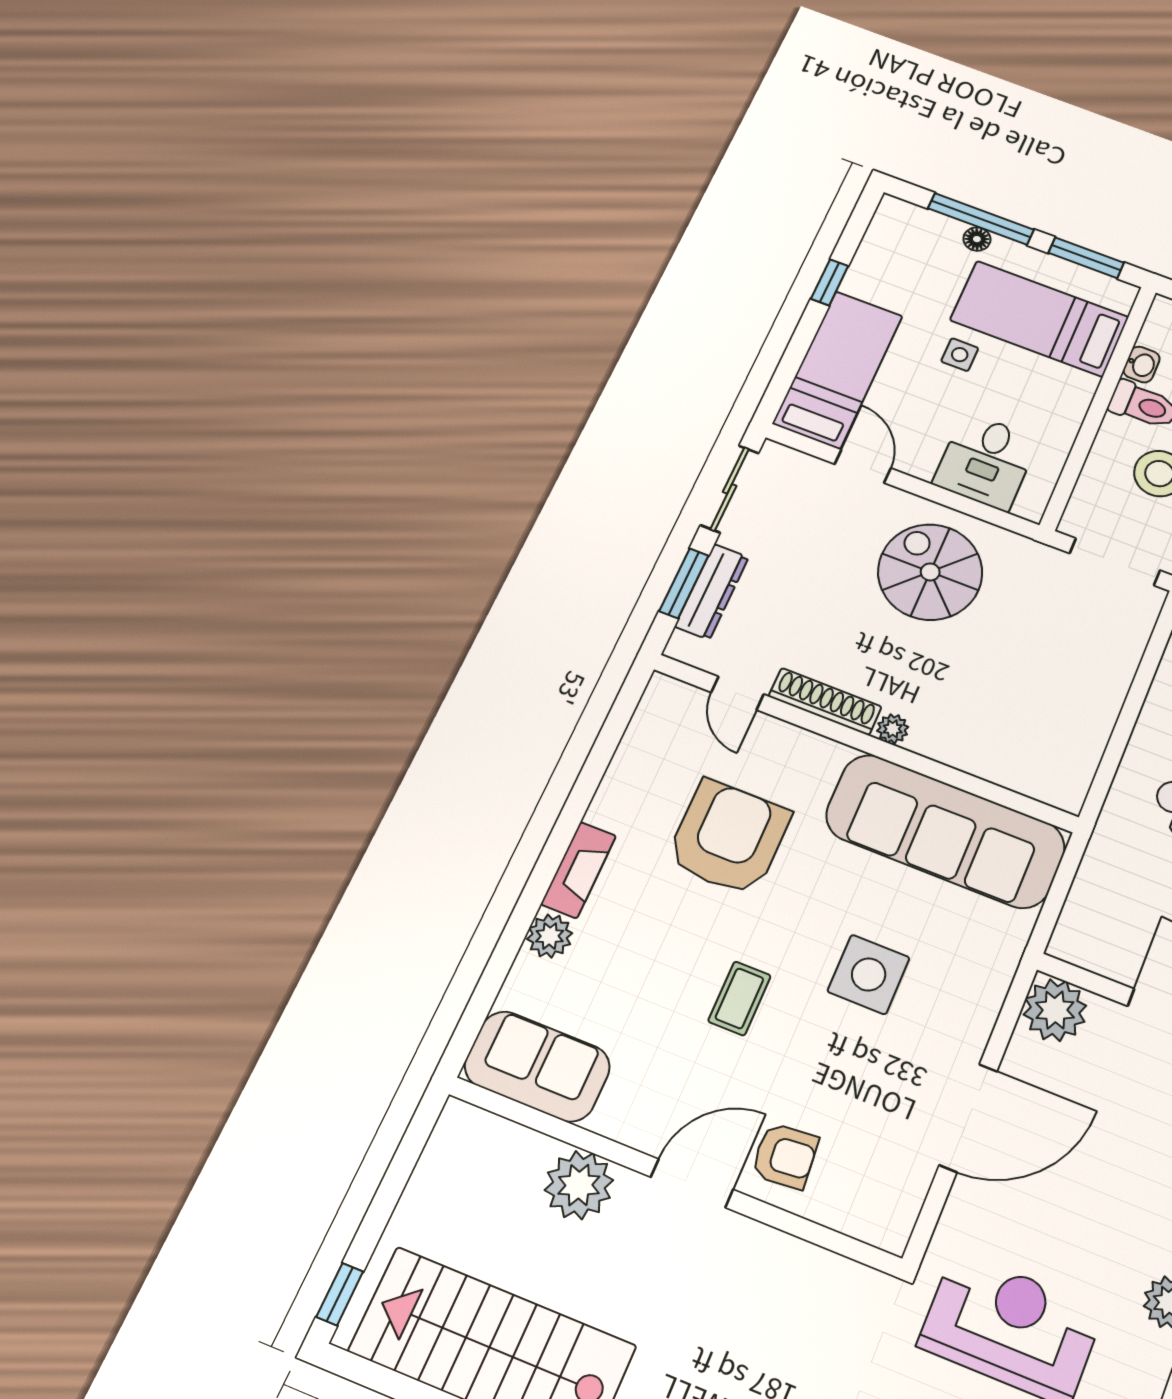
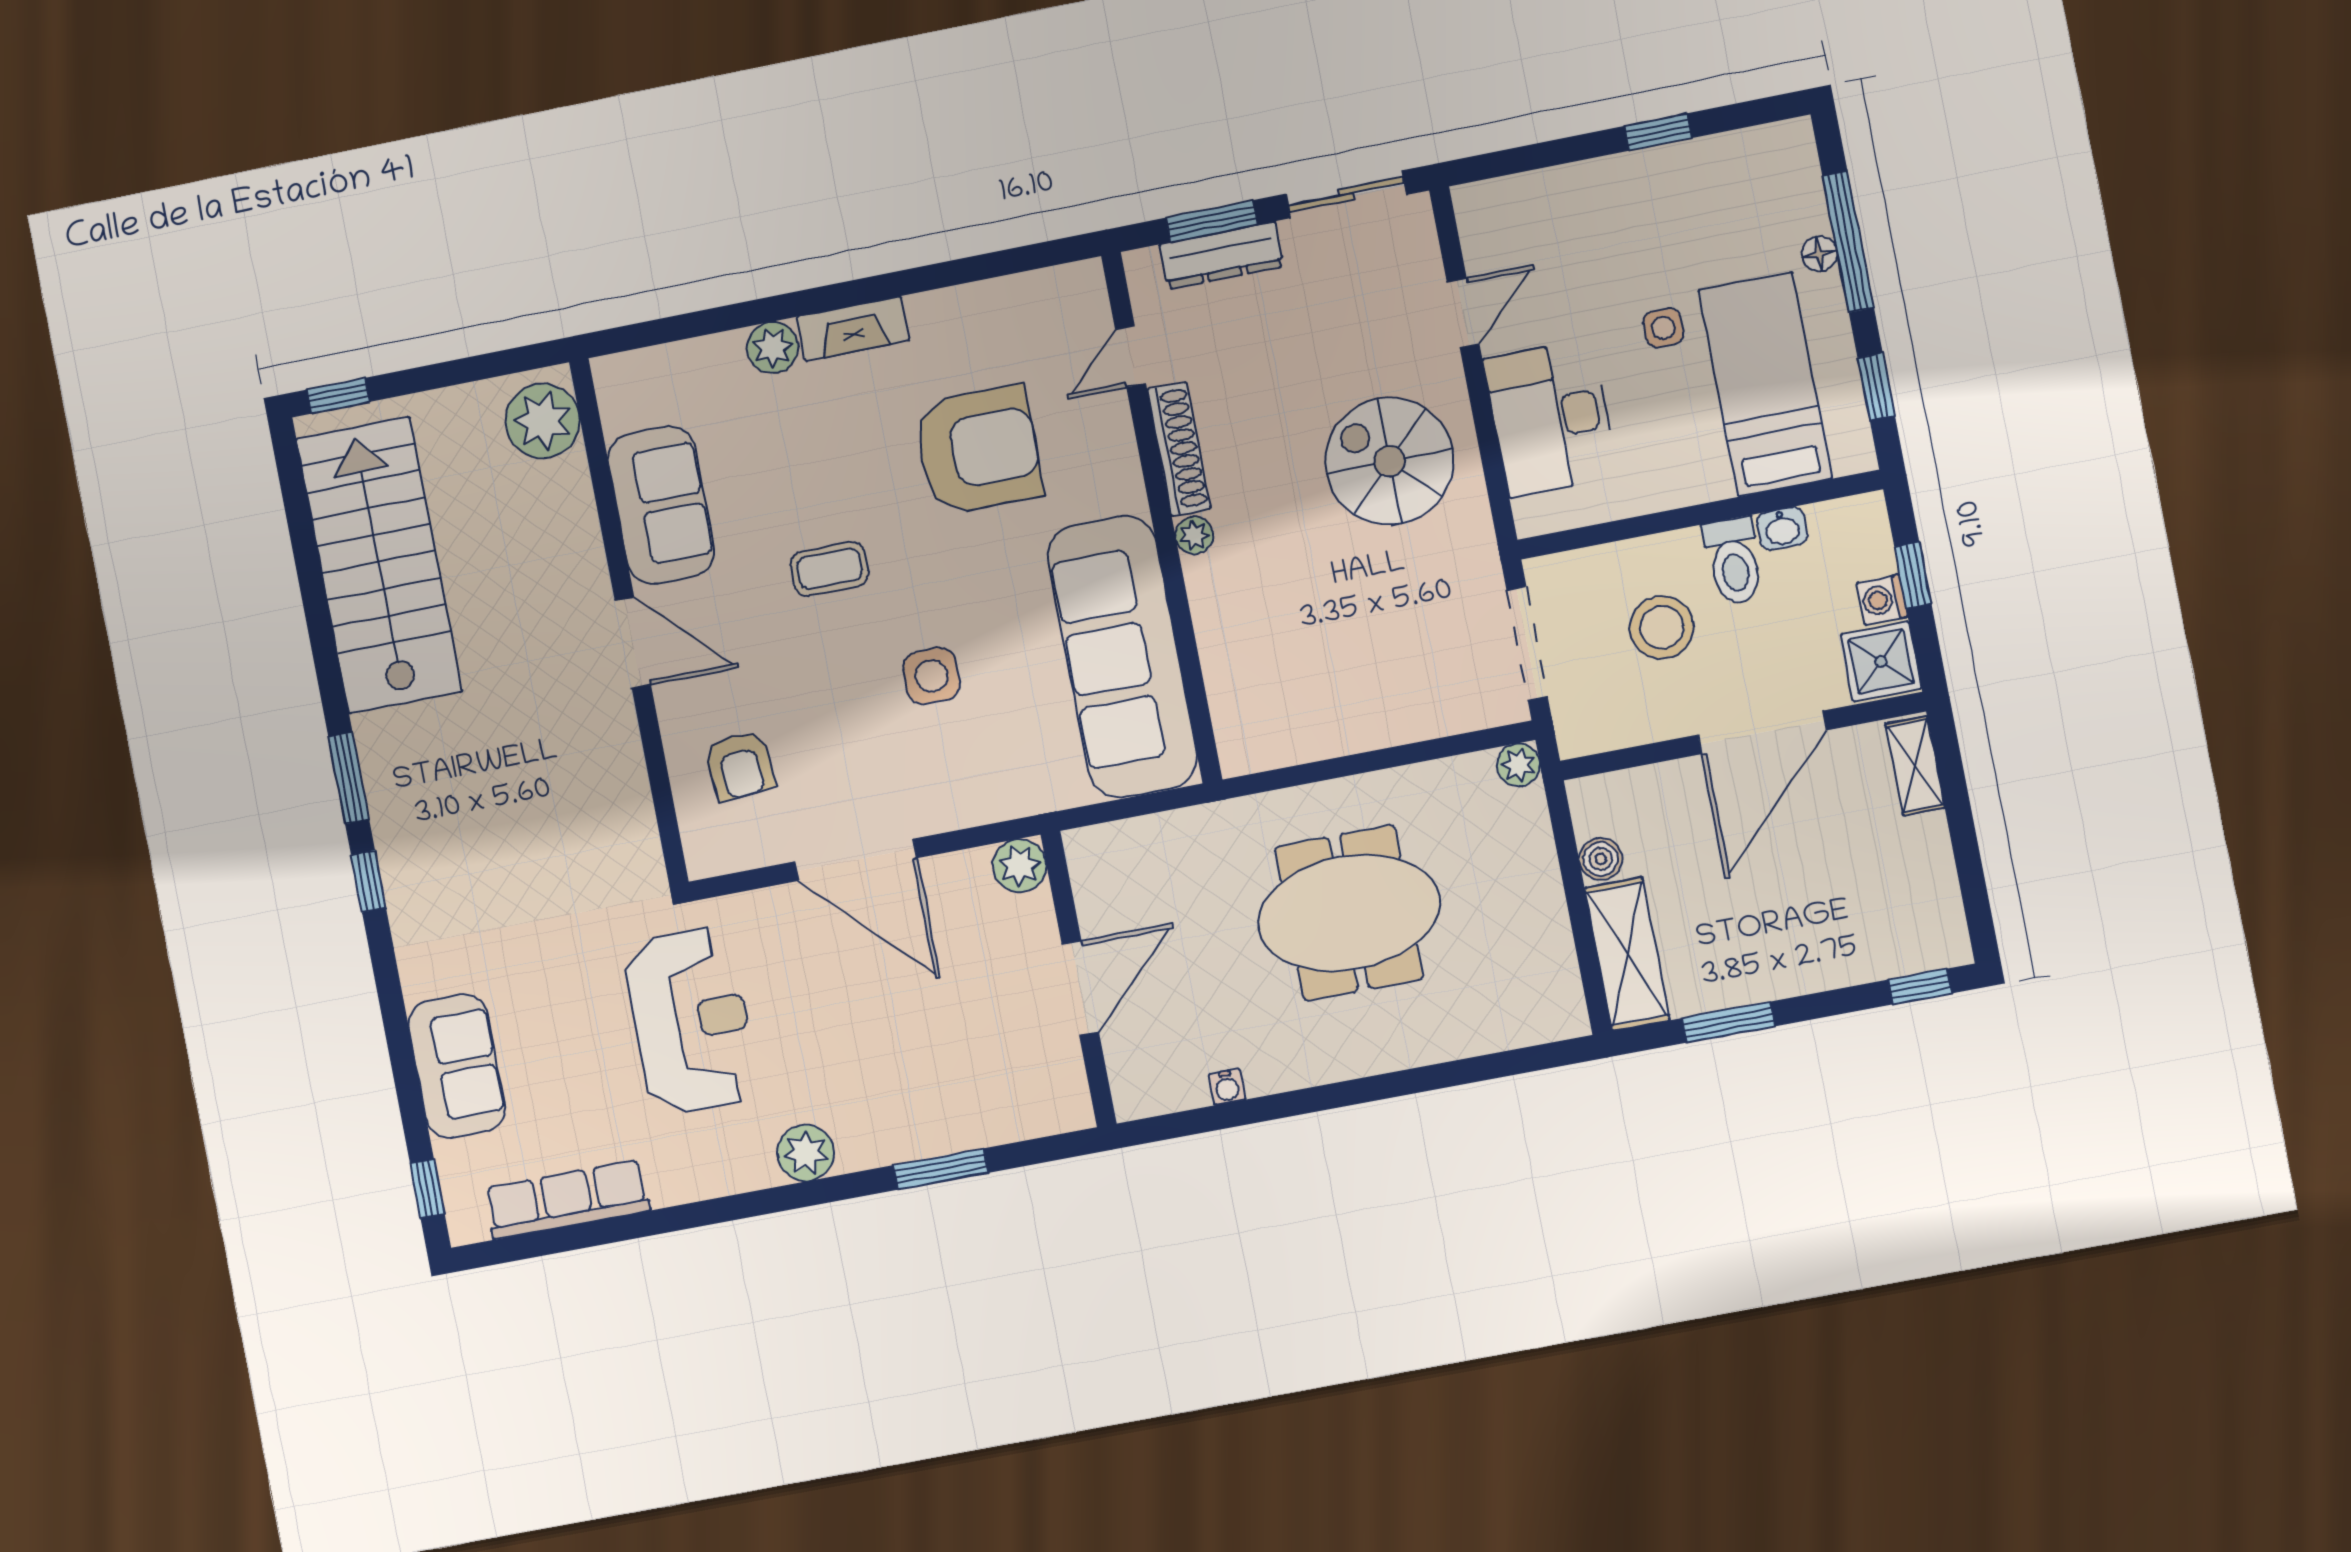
window: (1086, 258) -> (1876, 387), width x0.67
bed: (838, 369) -> (1559, 212), removed
desk: (986, 461) -> (1551, 418), width x1.37
spiral stairs: (930, 572) -> (1390, 461), turned -90
side table: (869, 974) -> (931, 676), width x0.73, depth x0.73
plant: (1055, 1010) -> (1020, 866), width x0.73, depth x0.73
sofa: (537, 1066) -> (661, 505), moved
armchair: (785, 1156) -> (740, 766), moved
plant: (579, 1185) -> (543, 421), moved

